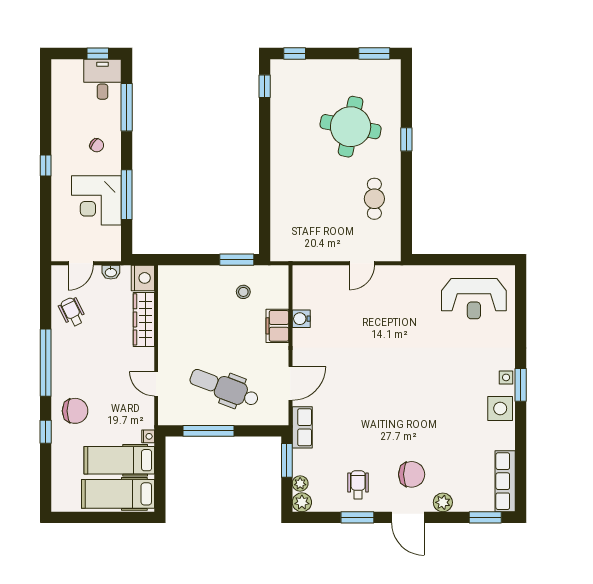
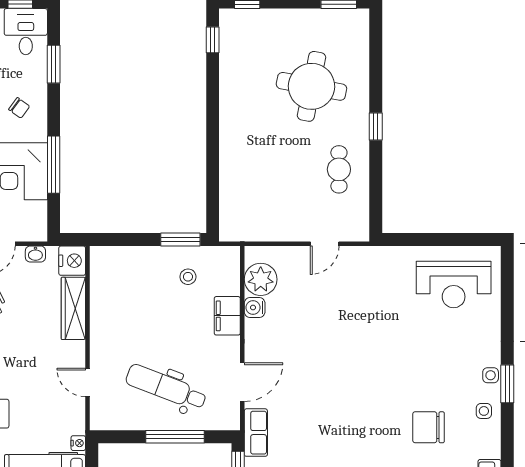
window: (127, 107) -> (54, 64), width x0.69
window: (406, 139) -> (376, 127), moved
plant: (306, 294) -> (261, 279), added
side table: (500, 408) -> (484, 411), width x0.54, depth x0.54
chair: (452, 423) -> (429, 427), added
window: (209, 431) -> (175, 437), moved

